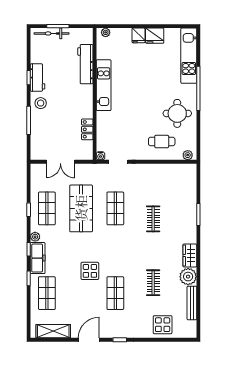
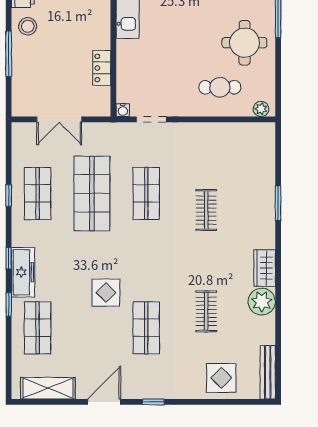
plant: (35, 237) -> (19, 238), removed
bench: (192, 303) -> (268, 372), moved

